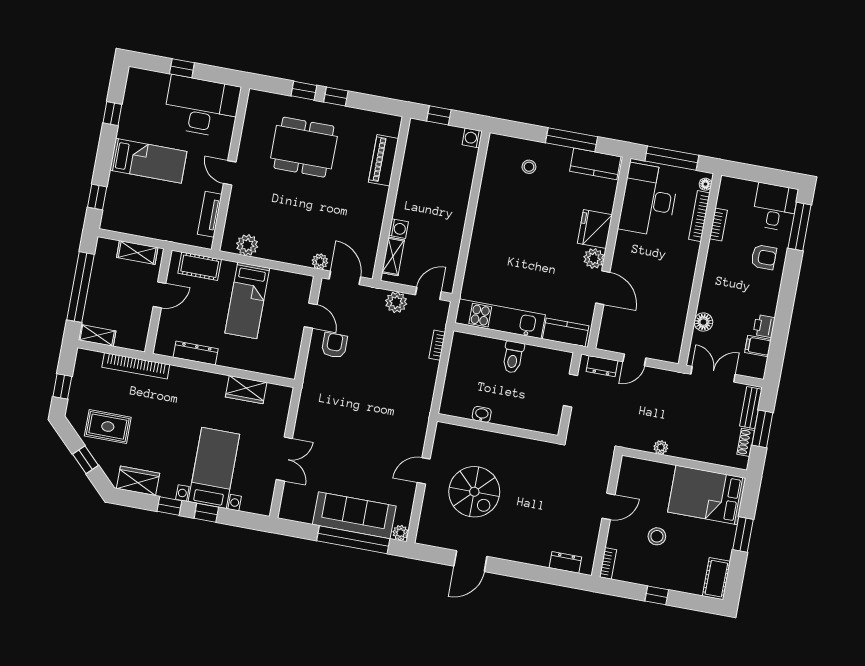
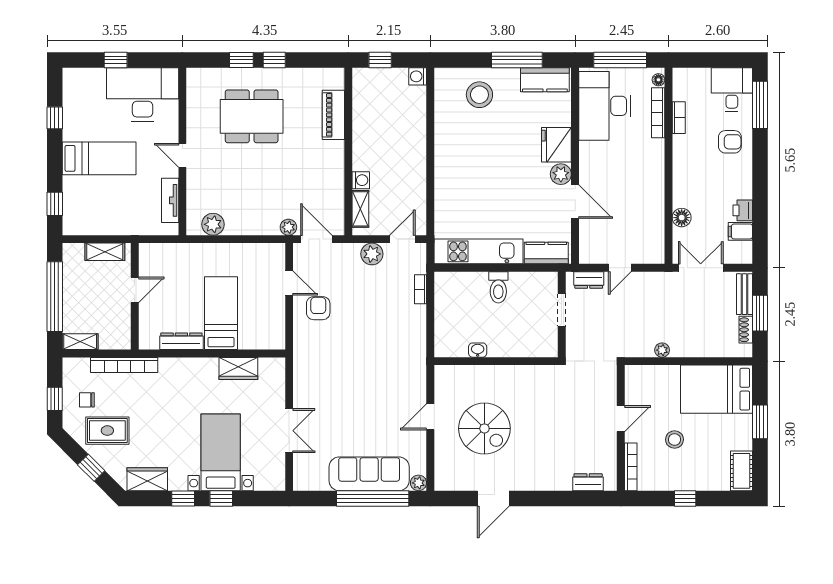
stool: (529, 167) -> (479, 95), width x1.89, depth x1.89
cot: (200, 266) -> (170, 254), removed
bed: (247, 301) -> (221, 313), moved, turned 180
chair: (93, 393) -> (87, 400), added
bookcase: (608, 563) -> (631, 467), width x1.56

